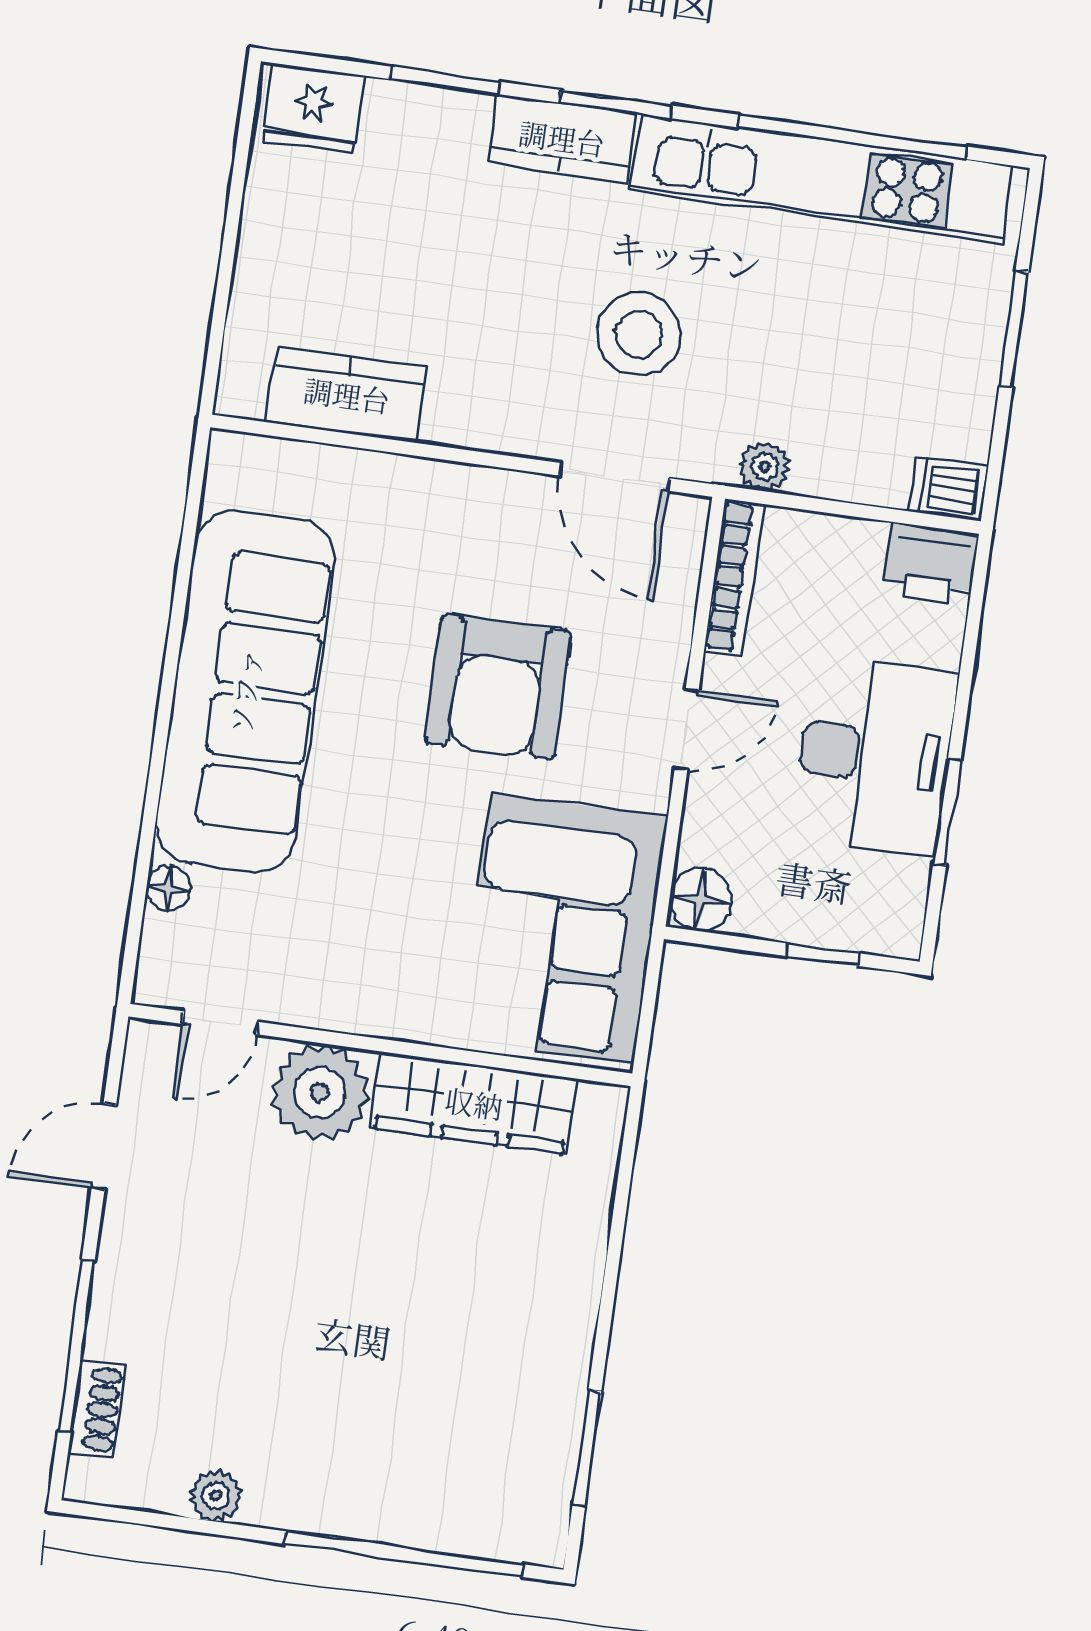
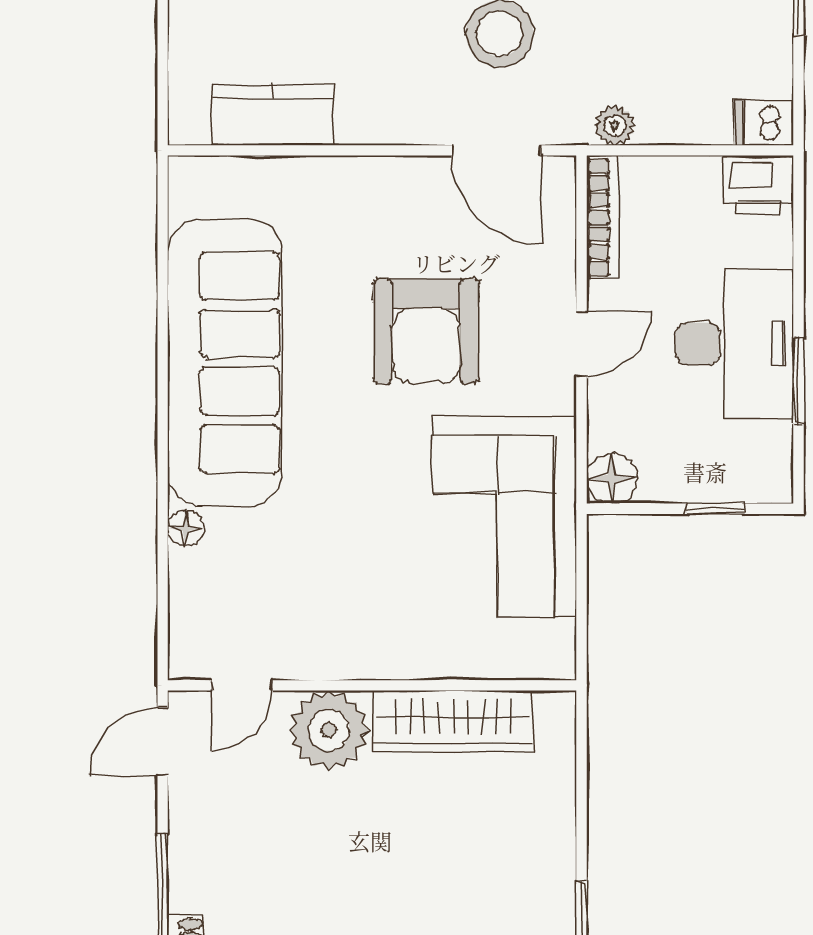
door: (220, 1023) -> (242, 685), moved
wall: (380, 1045) -> (372, 685), moved
plant: (320, 1092) -> (329, 730), moved
wardrobe: (474, 1103) -> (453, 722), moved

